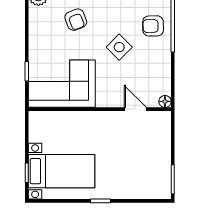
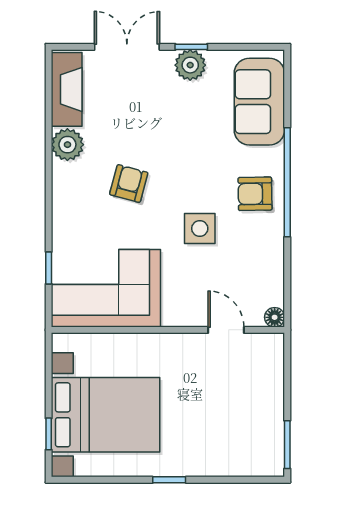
armchair: (76, 20) -> (129, 183), turned -144
side table: (119, 47) -> (200, 228), turned 45
bed with nightstands: (62, 171) -> (105, 415), width x1.36

